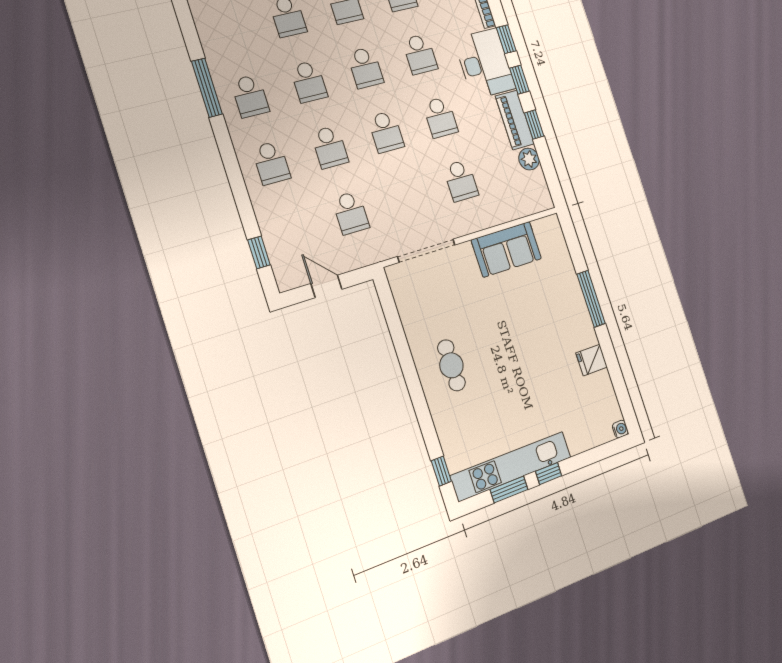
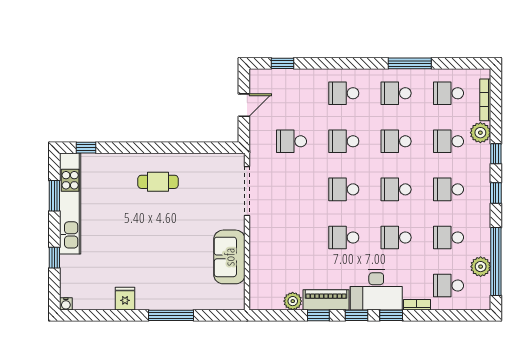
school desk: (461, 181) -> (448, 93), moved
window: (549, 474) -> (54, 258), moved

